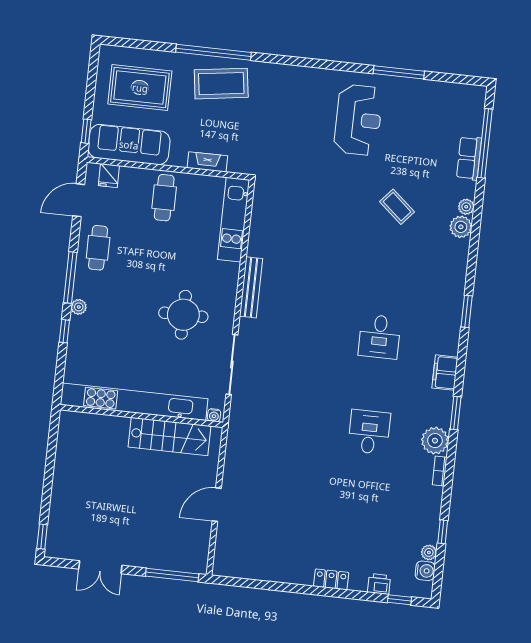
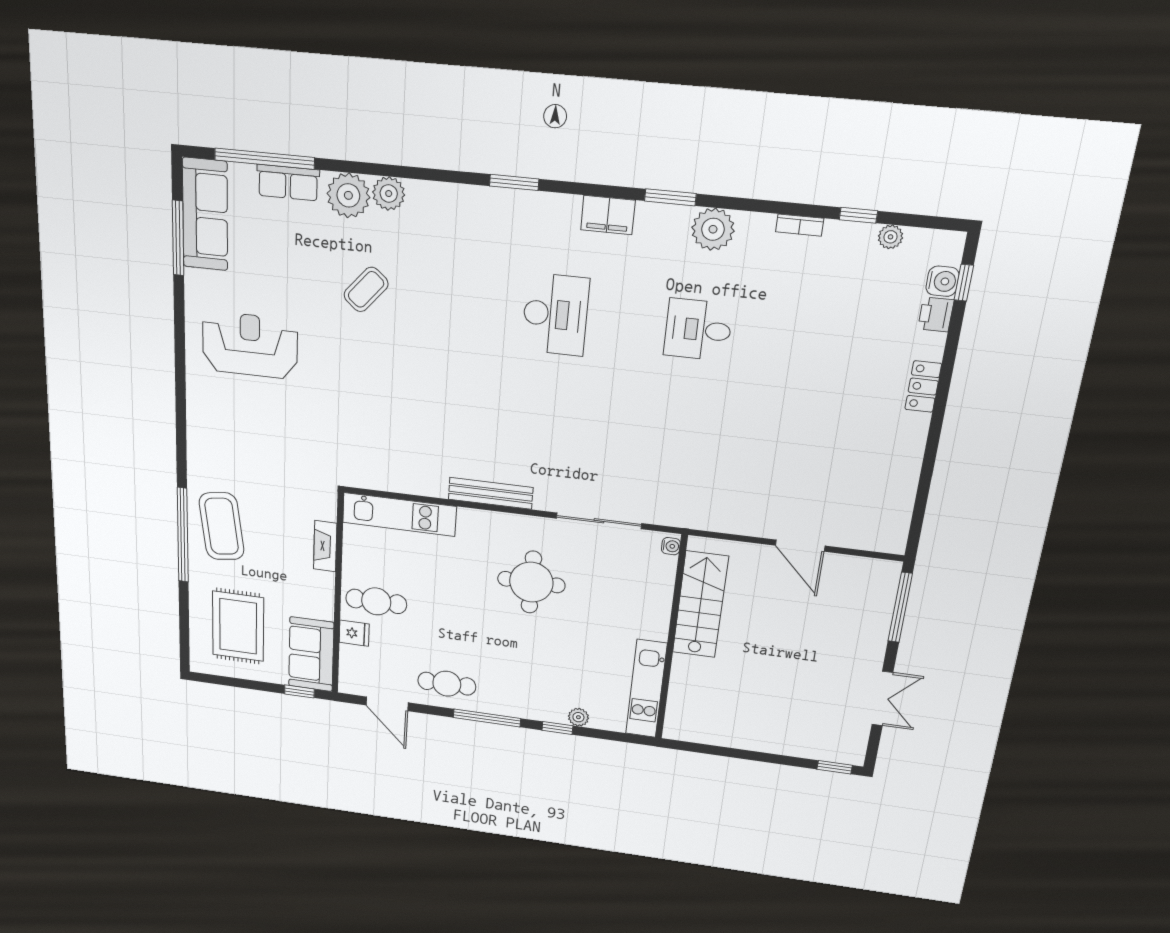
window: (399, 72) -> (178, 238), moved
sofa: (449, 97) -> (205, 214), added
sofa: (129, 145) -> (311, 654), width x0.73
fridge: (109, 176) -> (354, 633), moved
plant: (466, 207) -> (348, 195), width x1.87, depth x1.87
plant: (79, 307) -> (578, 717), moved
desk: (379, 337) -> (555, 314), width x1.37
kitchen unit: (134, 402) -> (646, 689), width x0.54
bookcase: (440, 471) -> (800, 225), moved
water cooler: (425, 571) -> (942, 281), moved, turned 90

